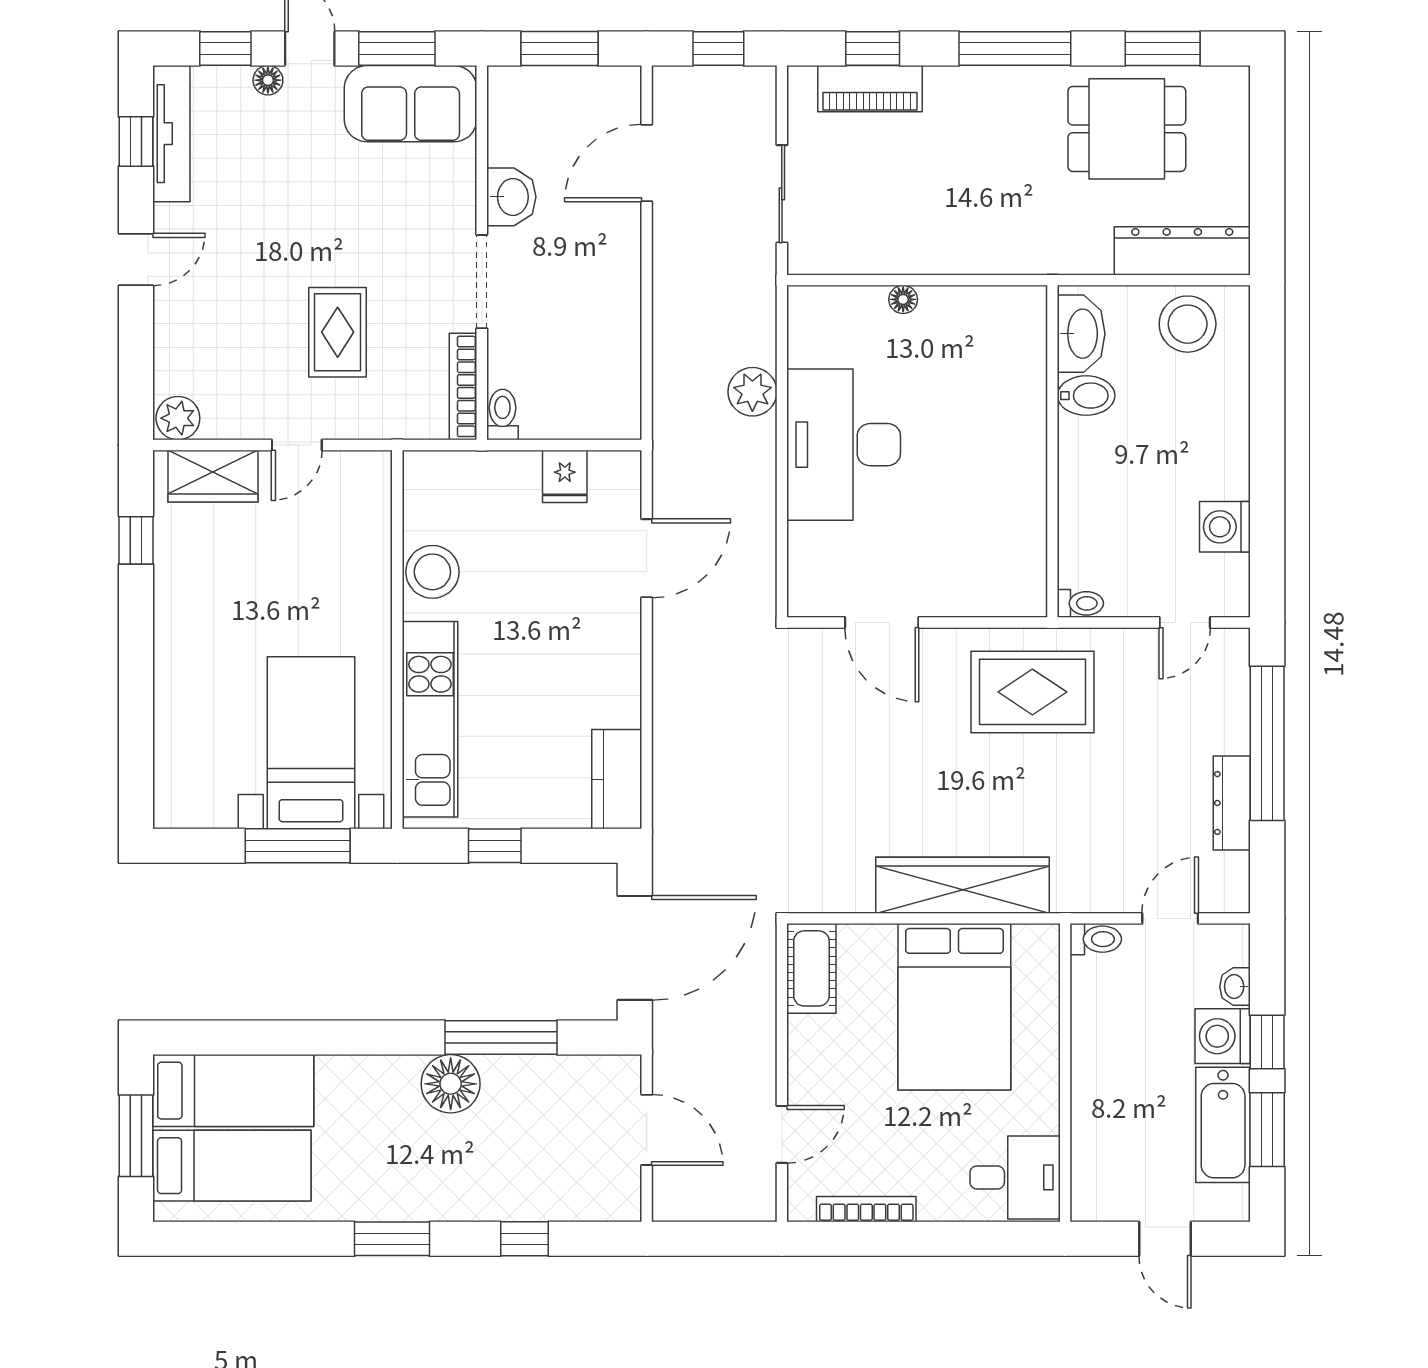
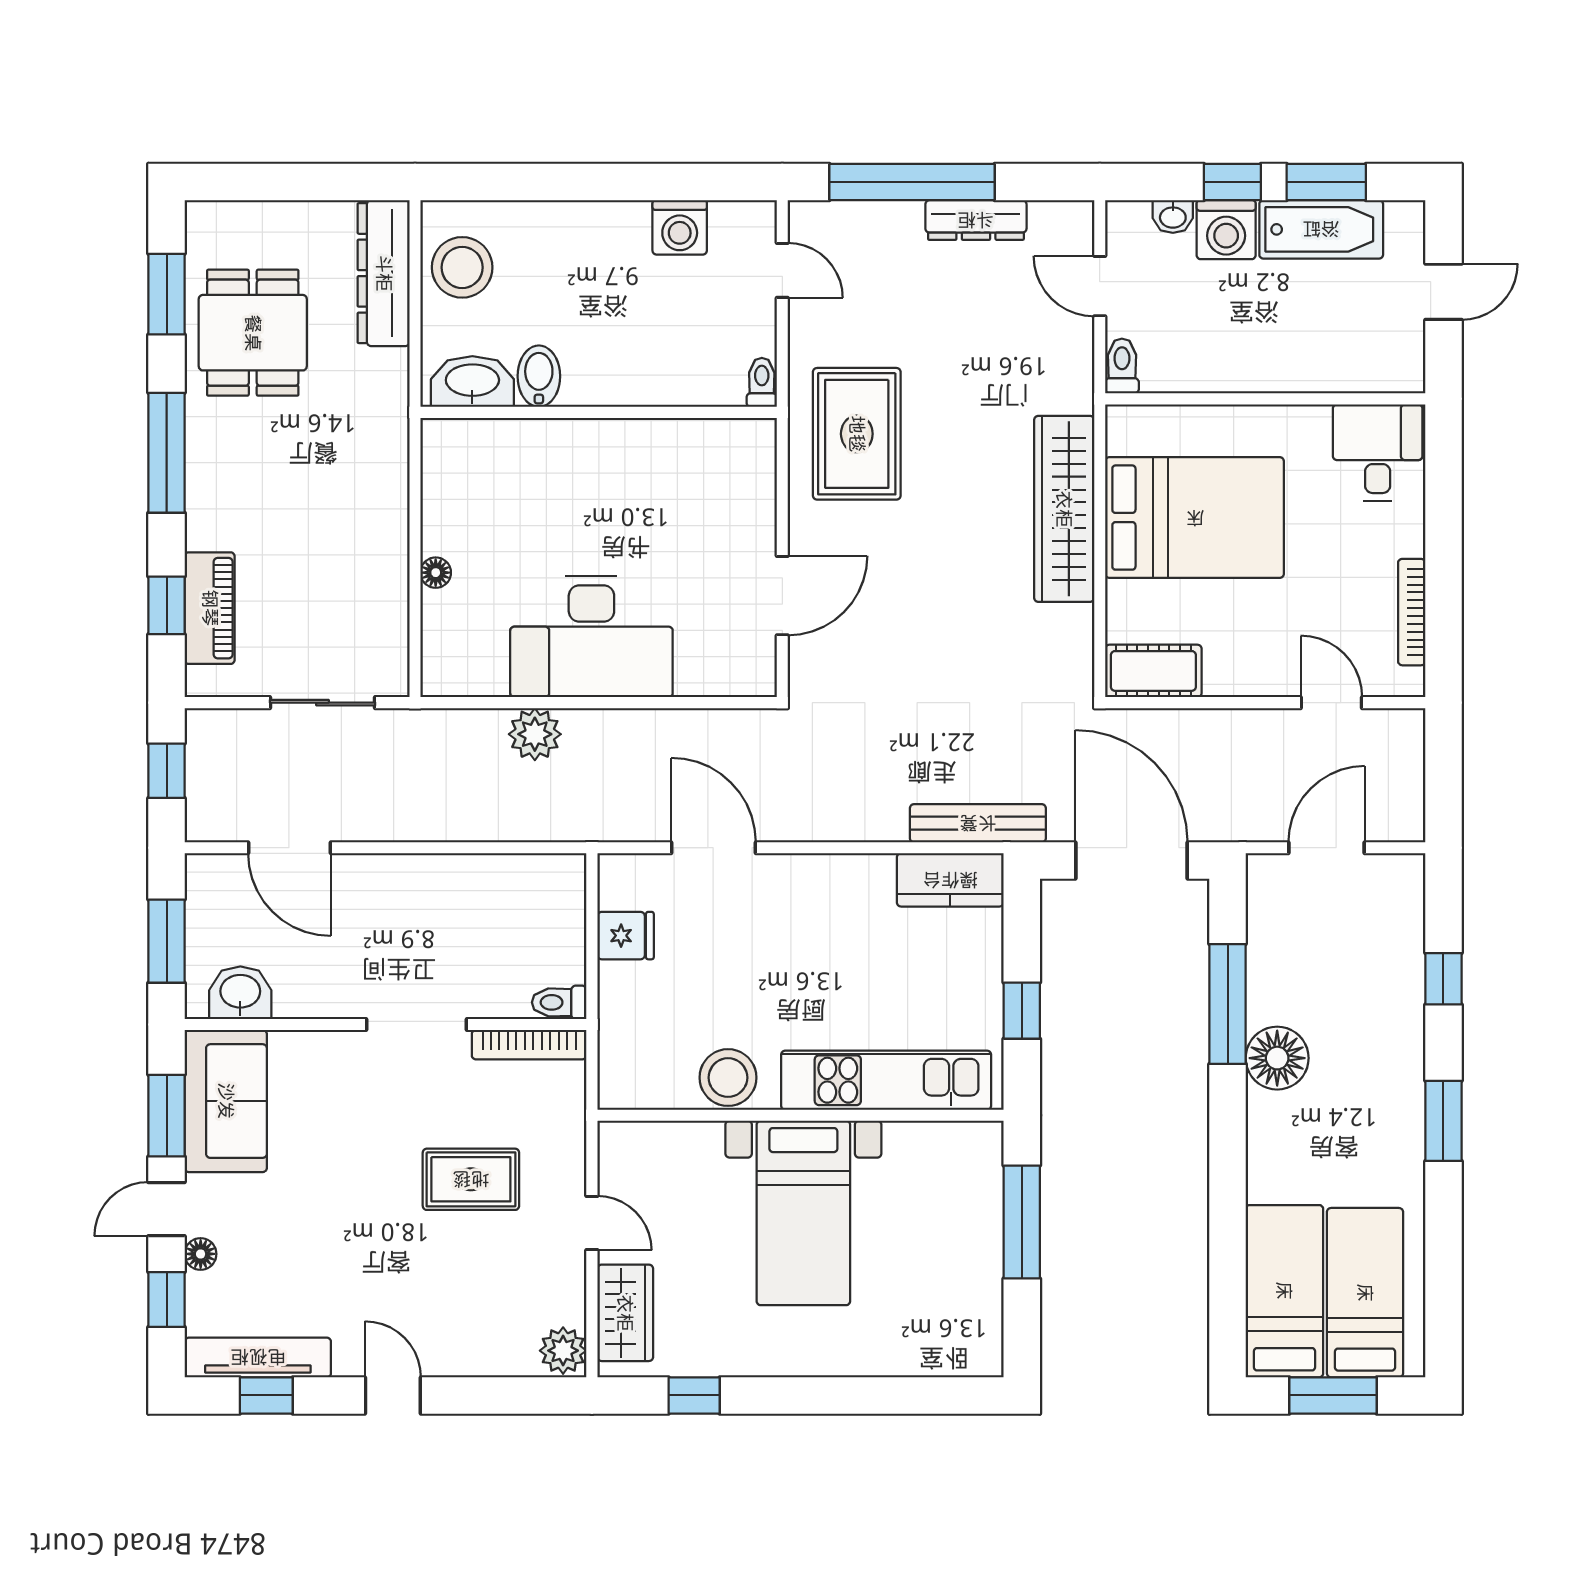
washbasin: (511, 197) -> (240, 993), moved
bed with nightstands: (311, 743) -> (803, 1213), moved, turned -90
bench: (669, 805) -> (978, 823), added

